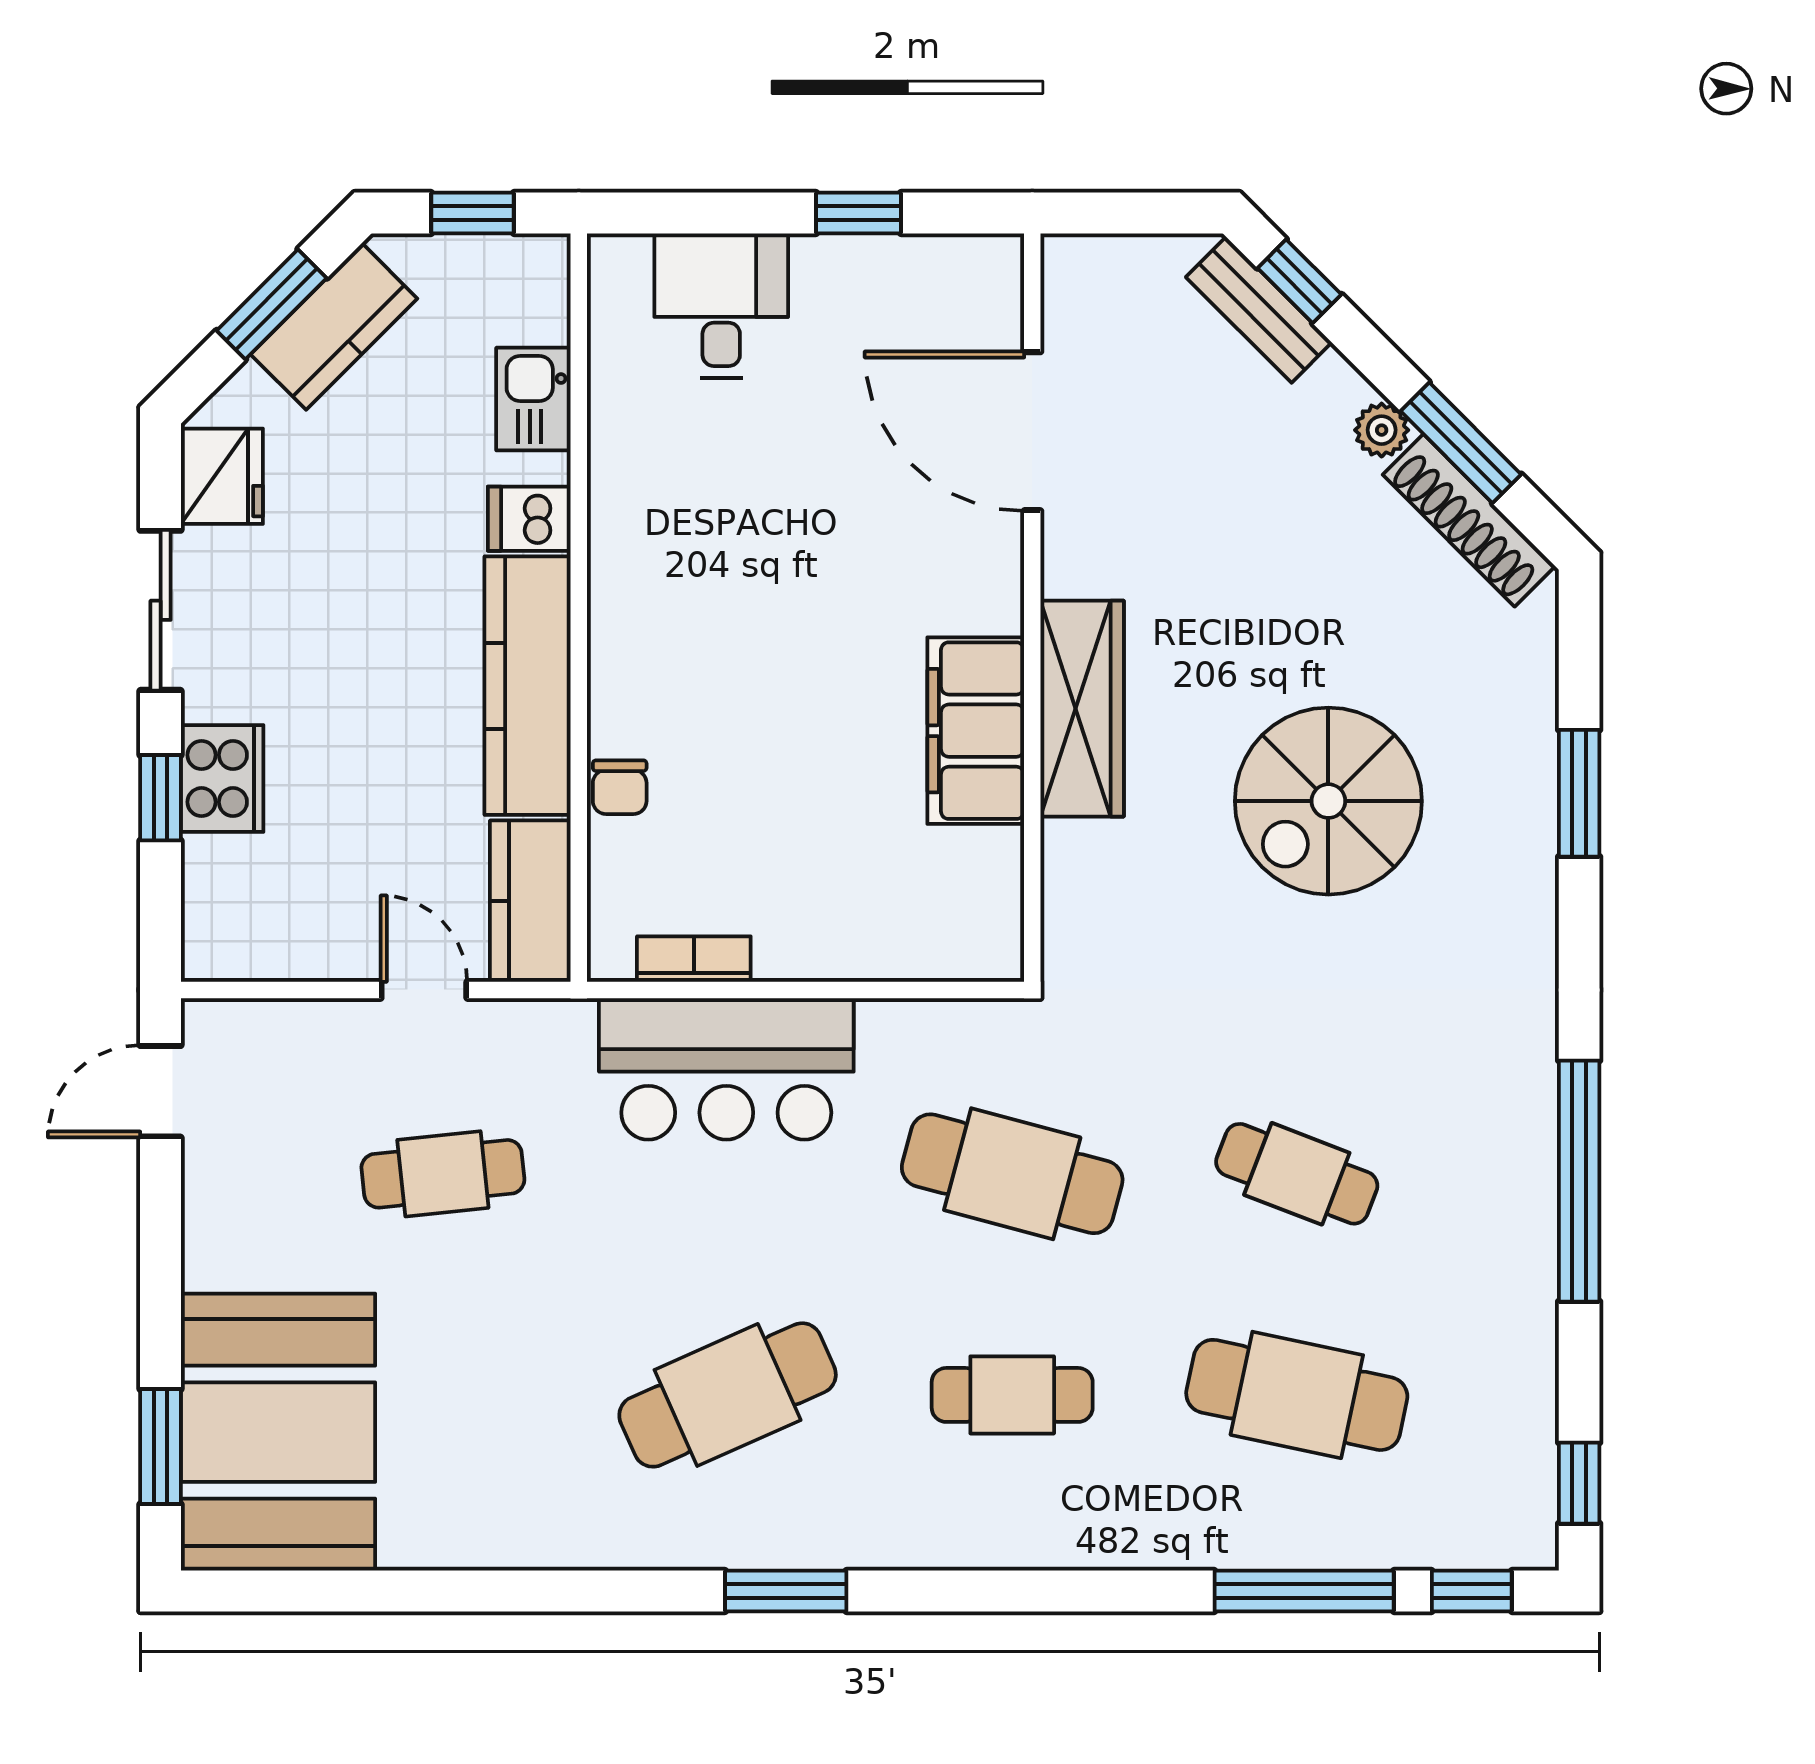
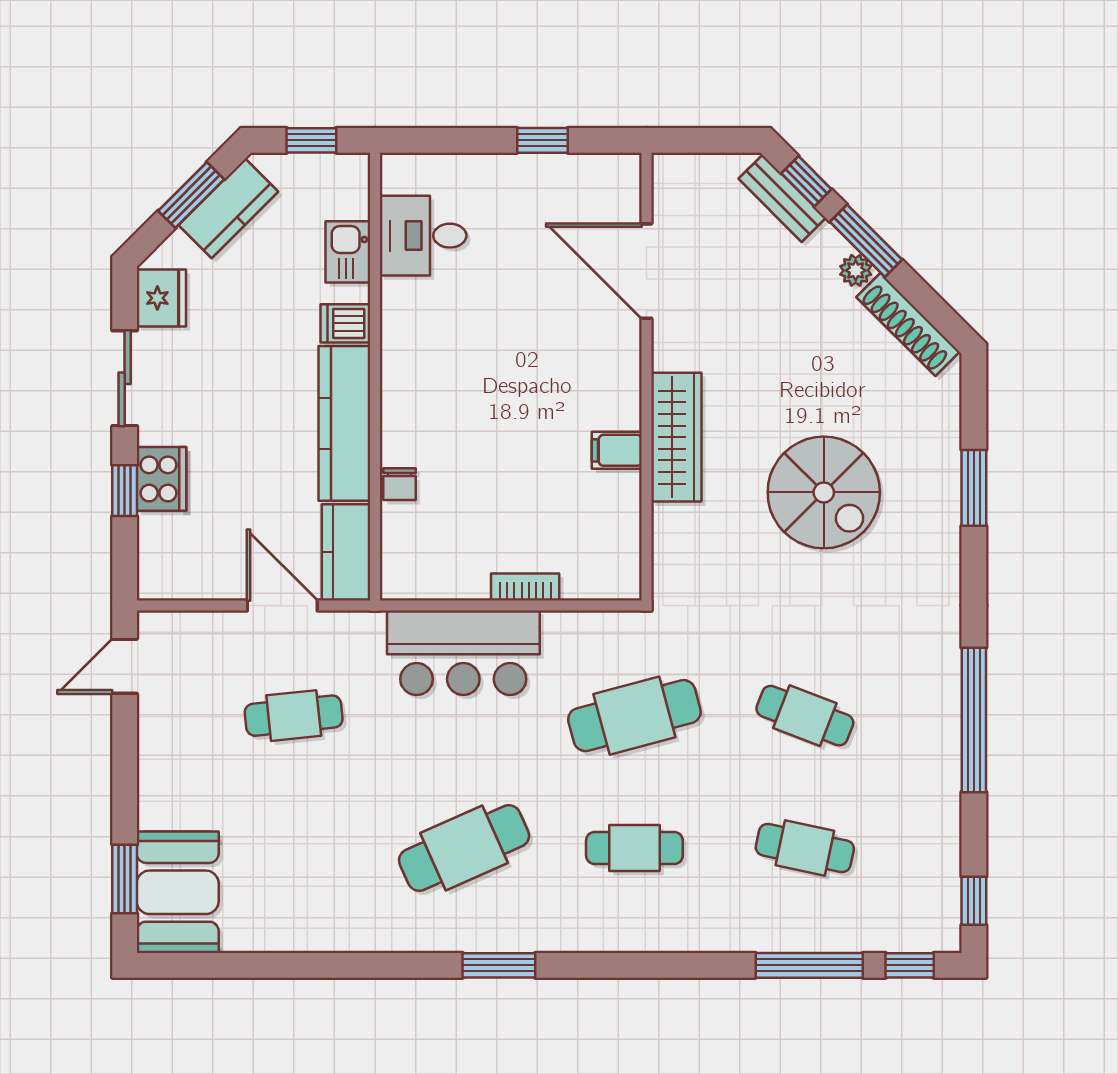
desk: (721, 305) -> (423, 236), moved, turned -90
window: (1461, 443) -> (866, 241), moved
filing cabinet: (976, 731) -> (617, 450), width x0.33, depth x0.86
spiral stairs: (1328, 801) -> (824, 492), turned -90
bookcase: (694, 959) -> (525, 587), moved
door: (424, 990) -> (282, 606), width x1.38
cafe table: (1012, 1174) -> (634, 716), turned -30
cafe table: (1297, 1395) -> (805, 848), width x0.73, depth x0.74
booth: (278, 1432) -> (178, 892), width x0.73, depth x0.70

